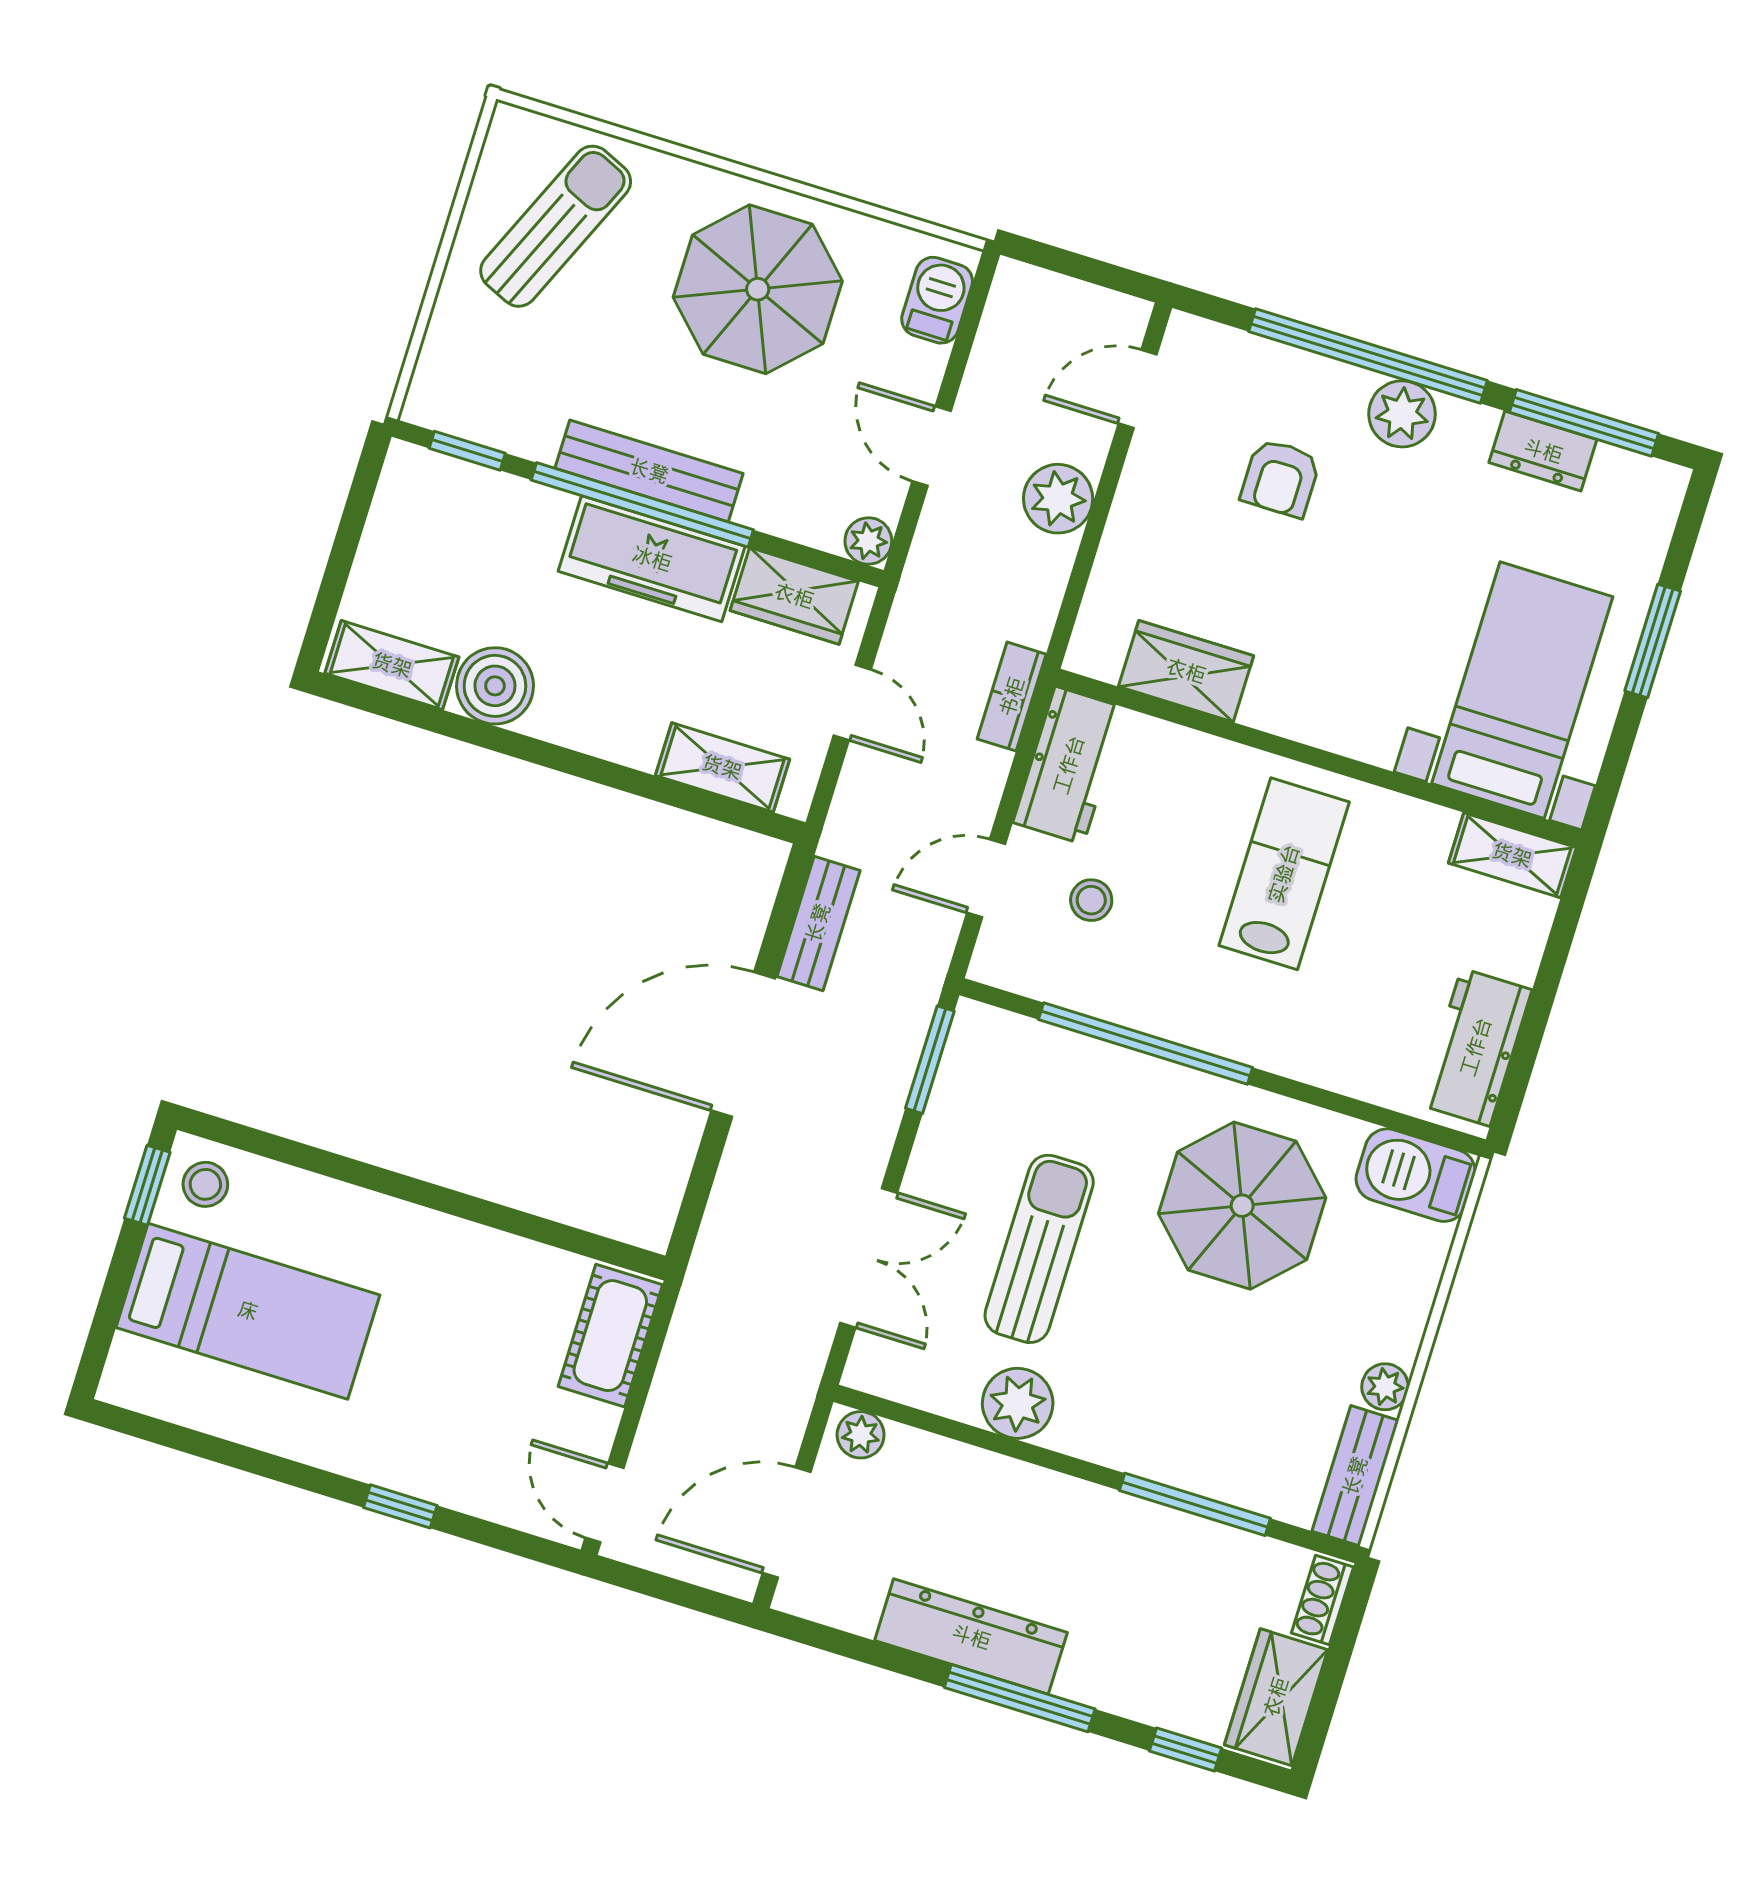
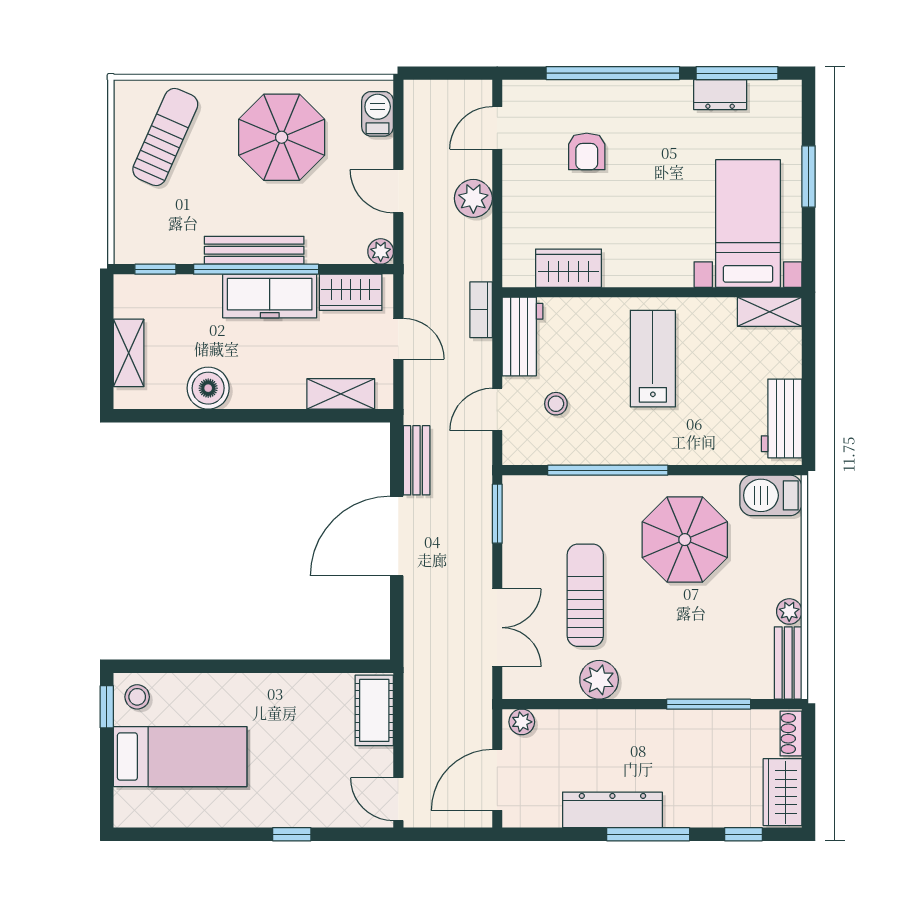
plant: (1402, 414) -> (640, 98), removed
shelving: (392, 665) -> (129, 353), moved, turned 90

